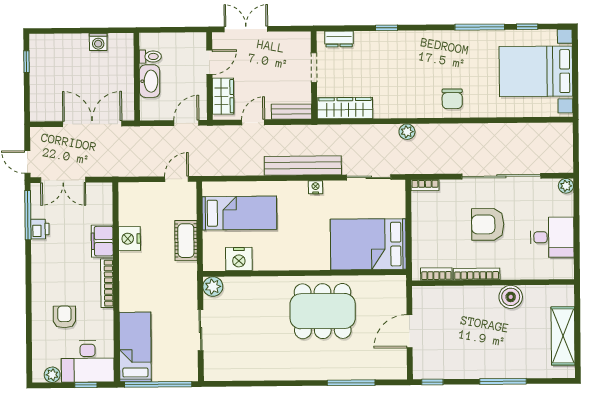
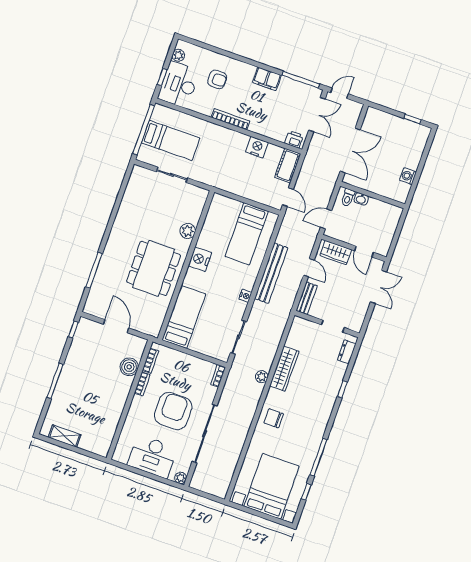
toilet: (150, 56) -> (348, 198), moved
washbasin: (150, 81) -> (361, 199), width x0.52, depth x0.69
wardrobe: (345, 108) -> (284, 369), moved
door: (186, 123) -> (326, 219), swing flipped
bench: (303, 166) -> (271, 273), moved
double door: (63, 180) -> (317, 114), swing flipped
armchair: (488, 224) -> (173, 411), width x1.36, depth x1.36
printer: (40, 229) -> (294, 139), moved, turned 180
desk: (552, 237) -> (152, 456), width x1.37
filing cabinet: (102, 241) -> (267, 79), moved, turned 180
cot: (186, 241) -> (288, 166), moved, turned 90
bed: (368, 244) -> (184, 317), width x0.67
nightstand: (239, 259) -> (200, 259), moved
bookcase: (477, 274) -> (142, 384), width x0.64
plant: (213, 287) -> (188, 231), moved
boiler: (511, 297) -> (129, 367), moved
shelving: (563, 336) -> (65, 436), width x0.67, depth x0.75
bed: (135, 347) -> (171, 140), moved

